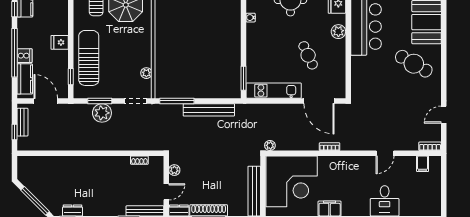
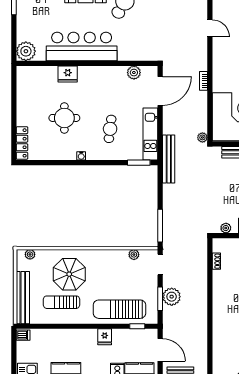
plant: (338, 32) -> (134, 73), moved
cafe table: (308, 55) -> (110, 129), moved, turned -58
door: (46, 101) -> (160, 350), swing flipped
bench: (209, 110) -> (169, 159), moved

